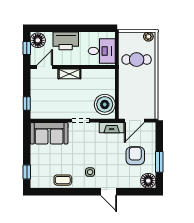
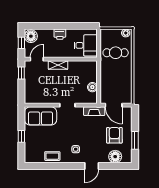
printer: (66, 41) -> (60, 34), width x0.53, depth x0.68
window: (27, 104) -> (21, 73), moved
boiler: (105, 104) -> (92, 87), width x0.54, depth x0.54
door: (134, 121) -> (114, 105), hinge flipped
window: (27, 172) -> (21, 136), moved
floor lamp: (148, 181) -> (115, 157), moved
door: (109, 192) -> (92, 166), hinge flipped

